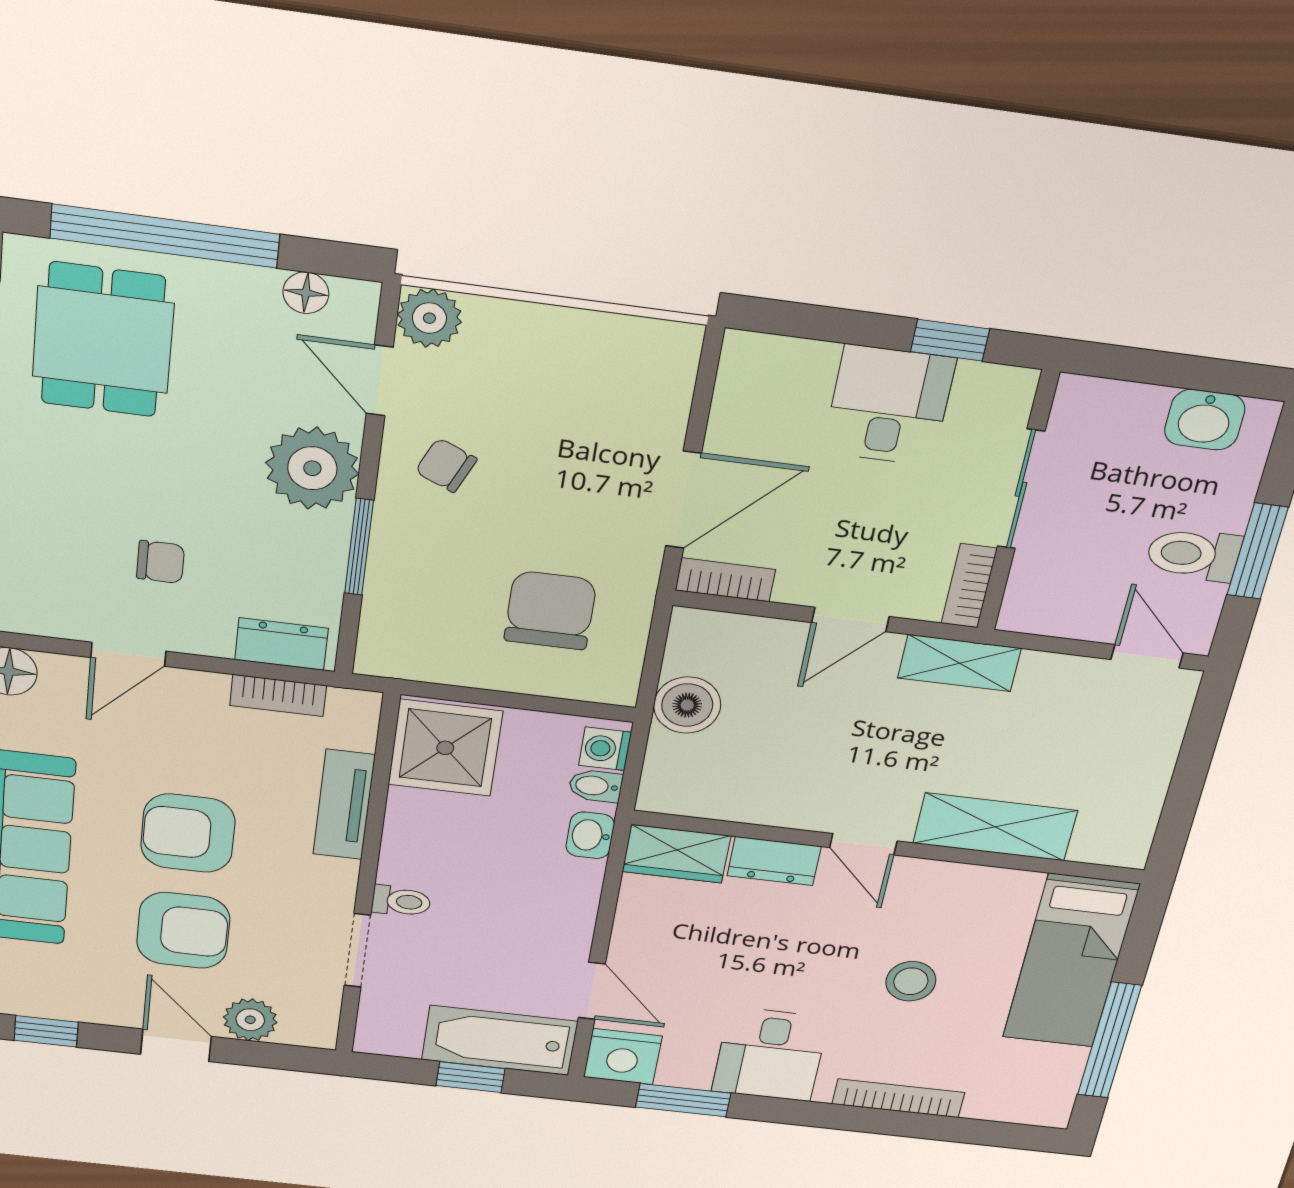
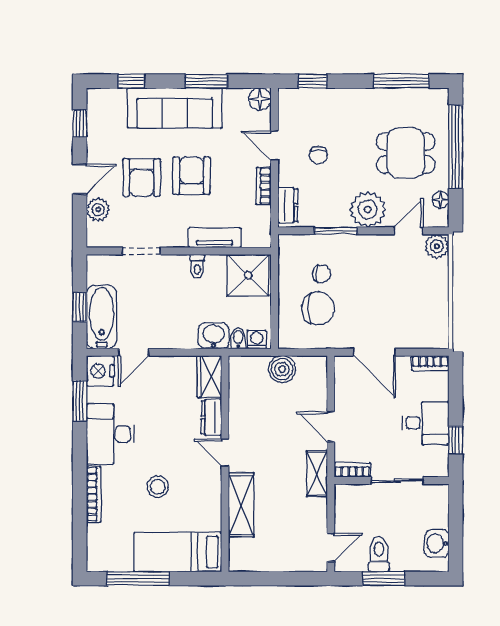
dining table: (103, 340) -> (406, 153), moved
chair: (446, 465) -> (322, 274), moved, turned 66
bookcase: (725, 580) -> (430, 363), moved, turned 90
bookcase: (278, 695) -> (264, 186), moved
washbasin: (590, 835) -> (214, 336), width x1.38, depth x1.45
door: (863, 844) -> (225, 453), hinge flipped
toilet: (401, 901) -> (197, 266), moved
desk: (770, 1054) -> (110, 434), width x1.37

